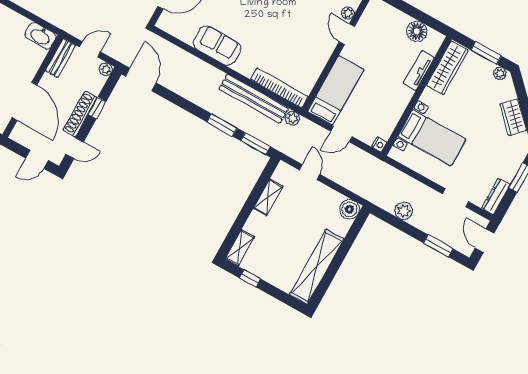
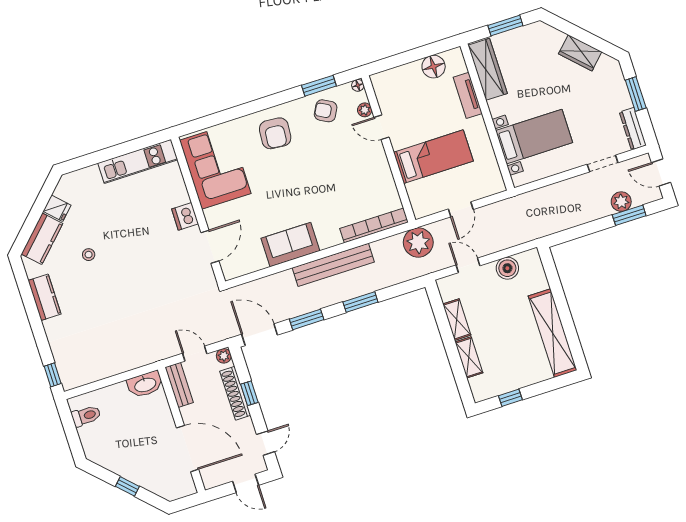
door: (90, 49) -> (195, 354), hinge flipped
plant: (500, 73) -> (533, 30), removed
bed: (336, 90) -> (433, 157), moved, turned 90
bench: (254, 99) -> (333, 265), moved
shoe rack: (80, 114) -> (235, 393), moved
plant: (292, 118) -> (418, 242), width x1.88, depth x1.88
window: (256, 144) -> (307, 319), moved
nightstand: (379, 145) -> (499, 186), removed
door: (37, 159) -> (246, 483), hinge flipped
boiler: (350, 209) -> (507, 268), moved
plant: (404, 211) -> (621, 202), moved
shelving: (240, 248) -> (469, 357), moved

